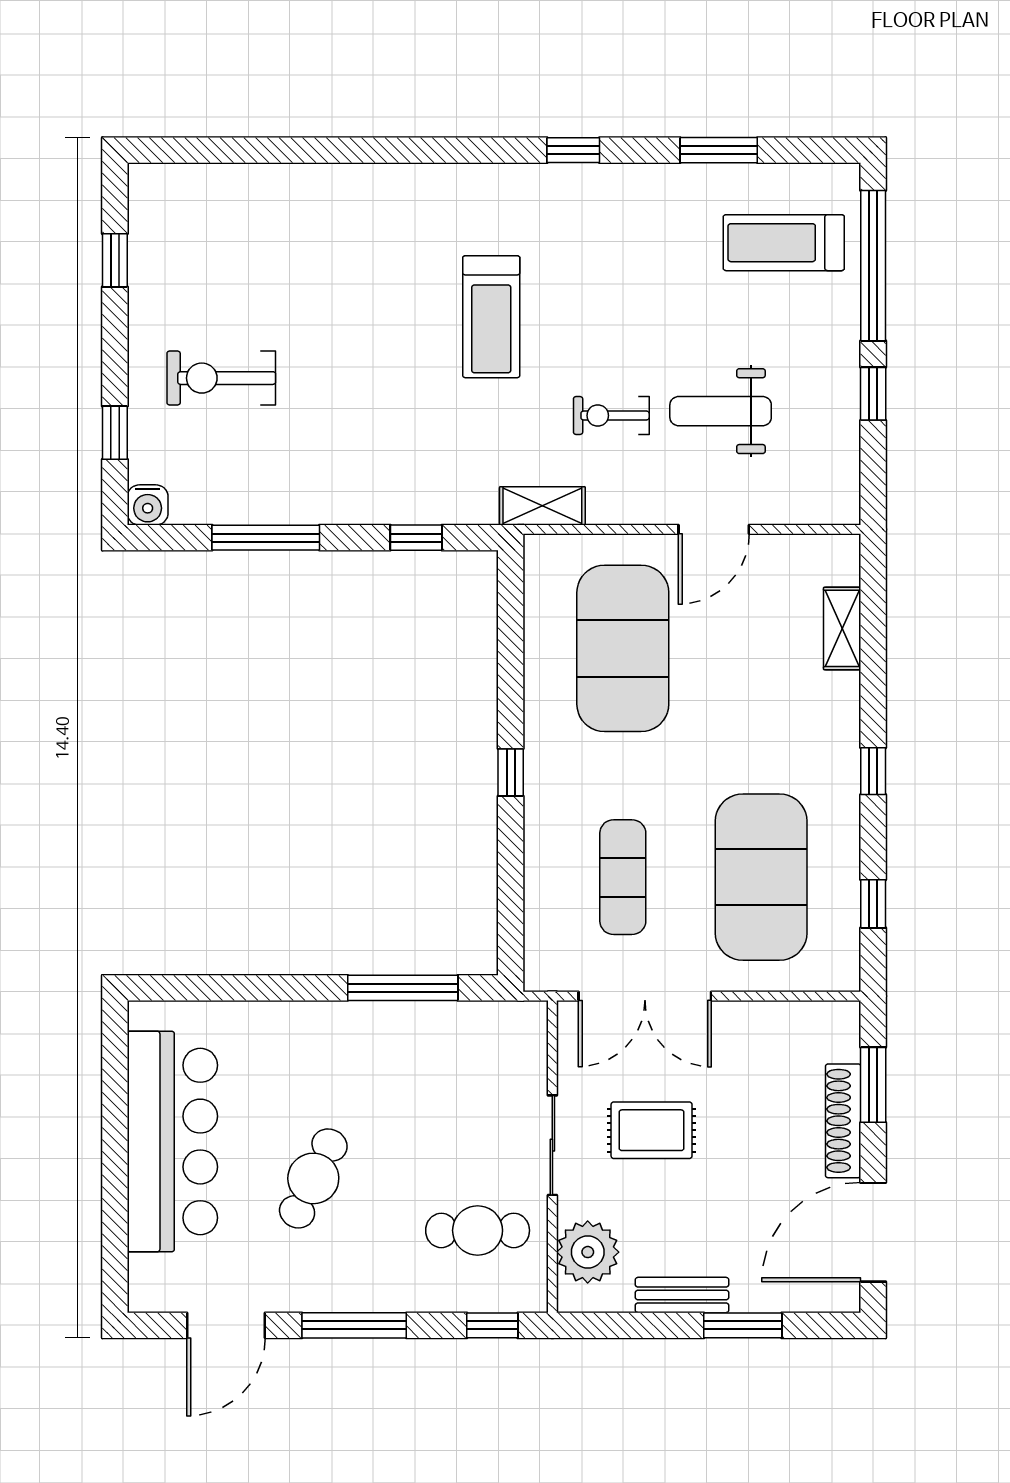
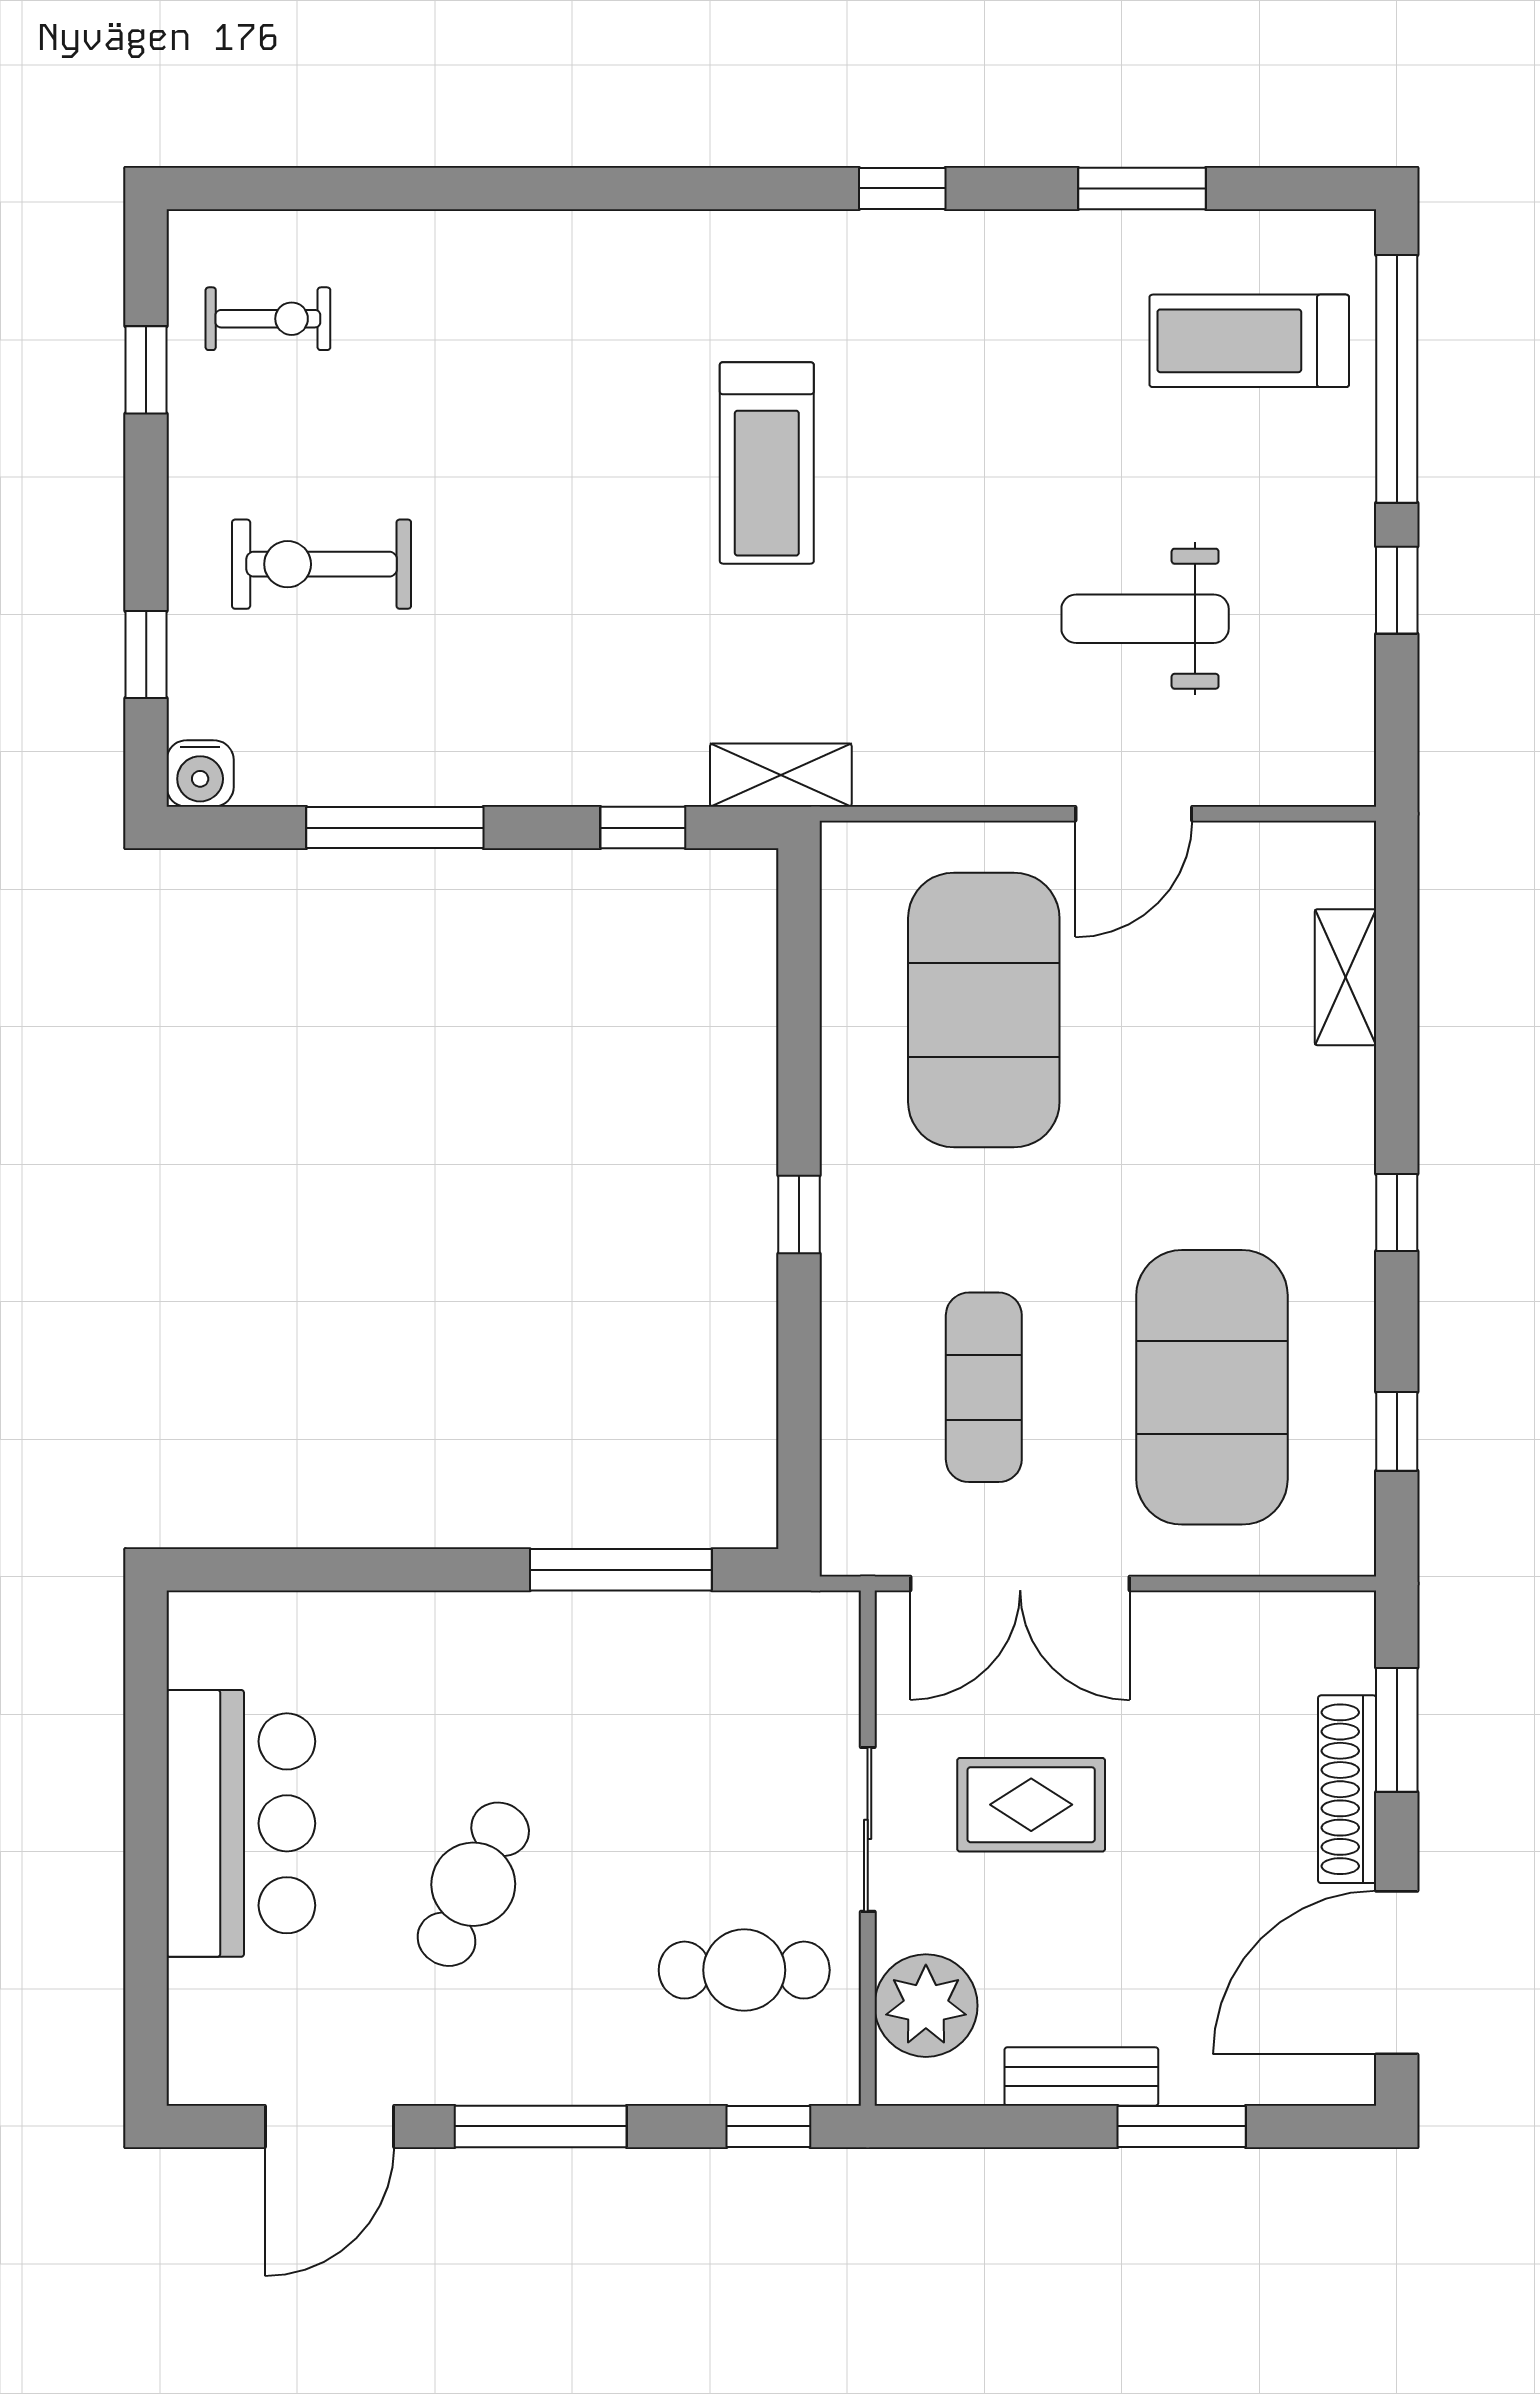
exercise bike: (611, 416) -> (268, 319), moved, turned 180
shelving: (542, 506) -> (781, 775), moved
bar counter: (172, 1142) -> (241, 1823), width x0.73

